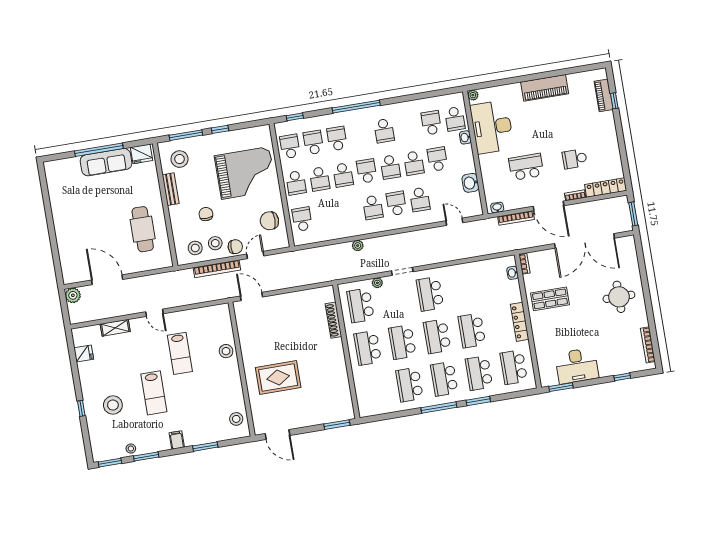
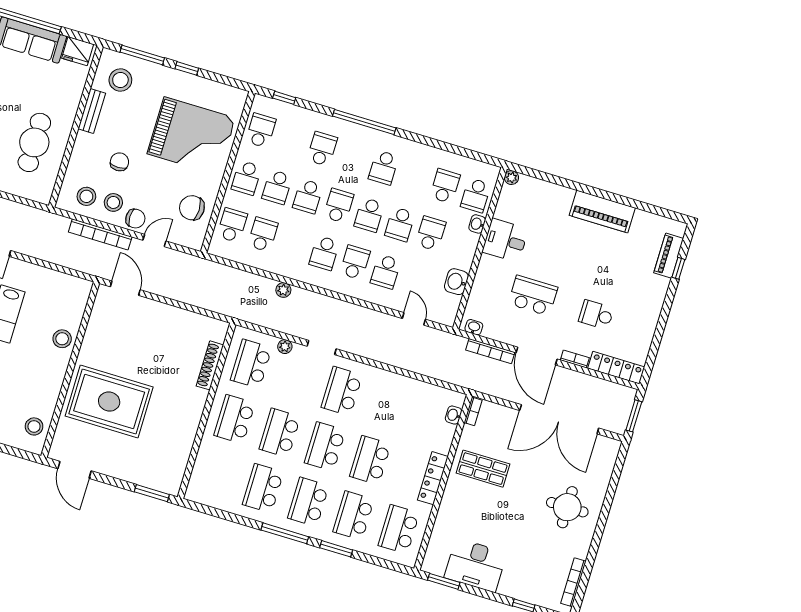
desk: (492, 127) -> (505, 240), width x0.53, depth x0.77
school desk: (313, 142) -> (263, 235), moved
rug: (278, 378) -> (109, 402), width x1.37, depth x1.44

